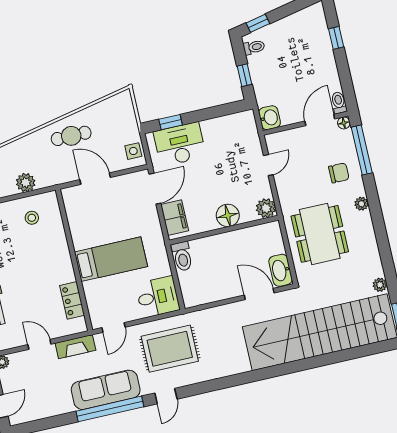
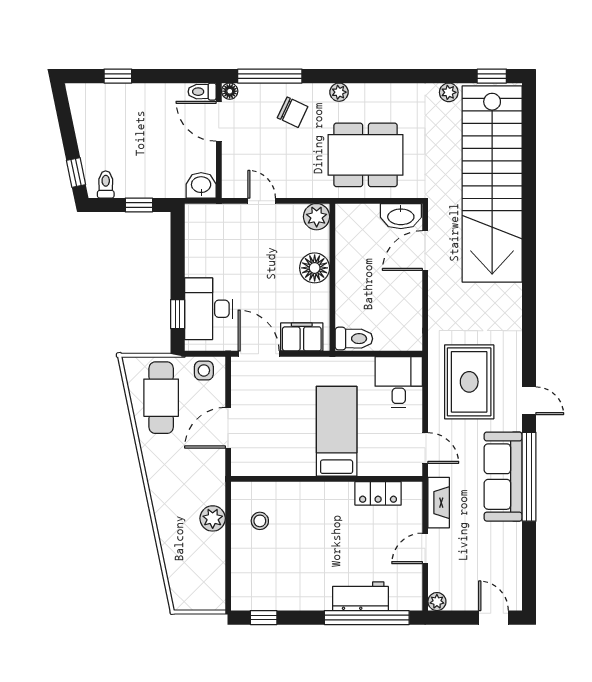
cafe table: (71, 136) -> (161, 398), moved, width x1.37, depth x1.35
chair: (339, 173) -> (293, 112), turned 115

